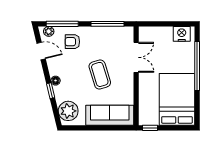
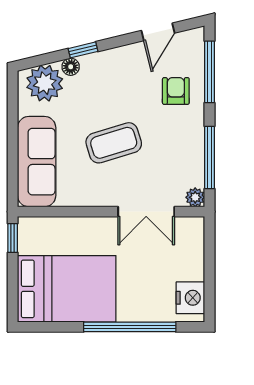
plant: (49, 31) -> (195, 197), moved
floor lamp: (56, 81) -> (71, 67), moved

